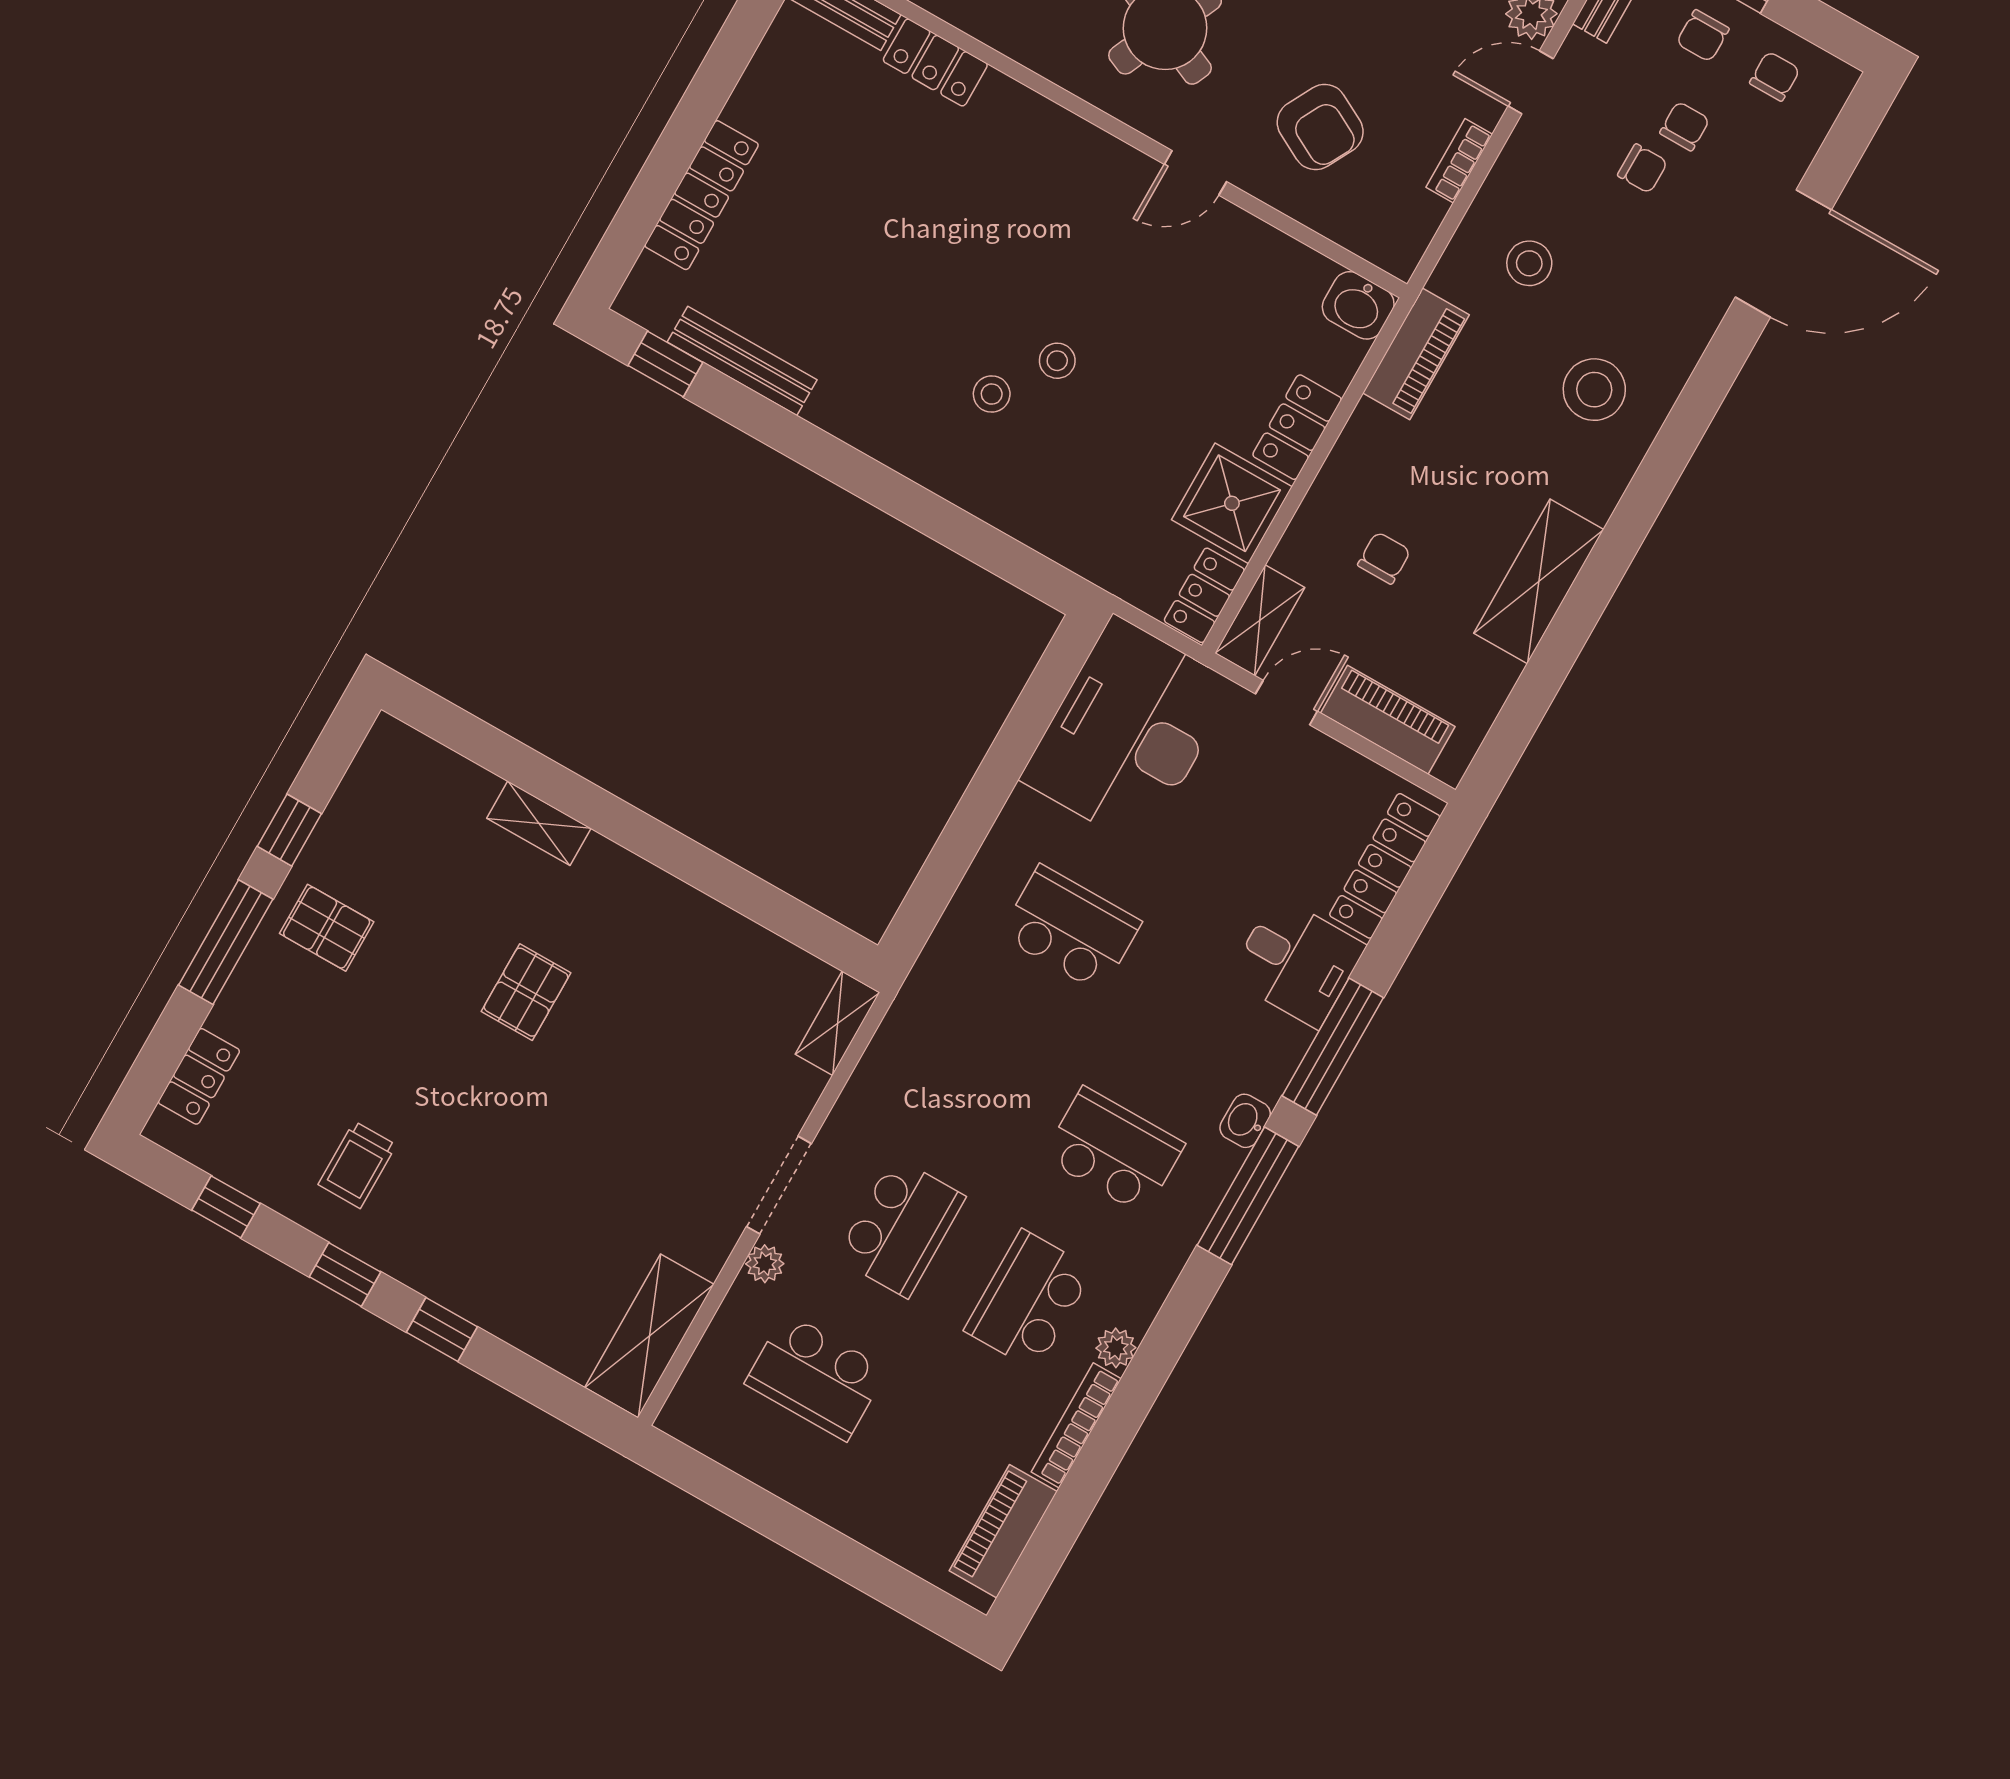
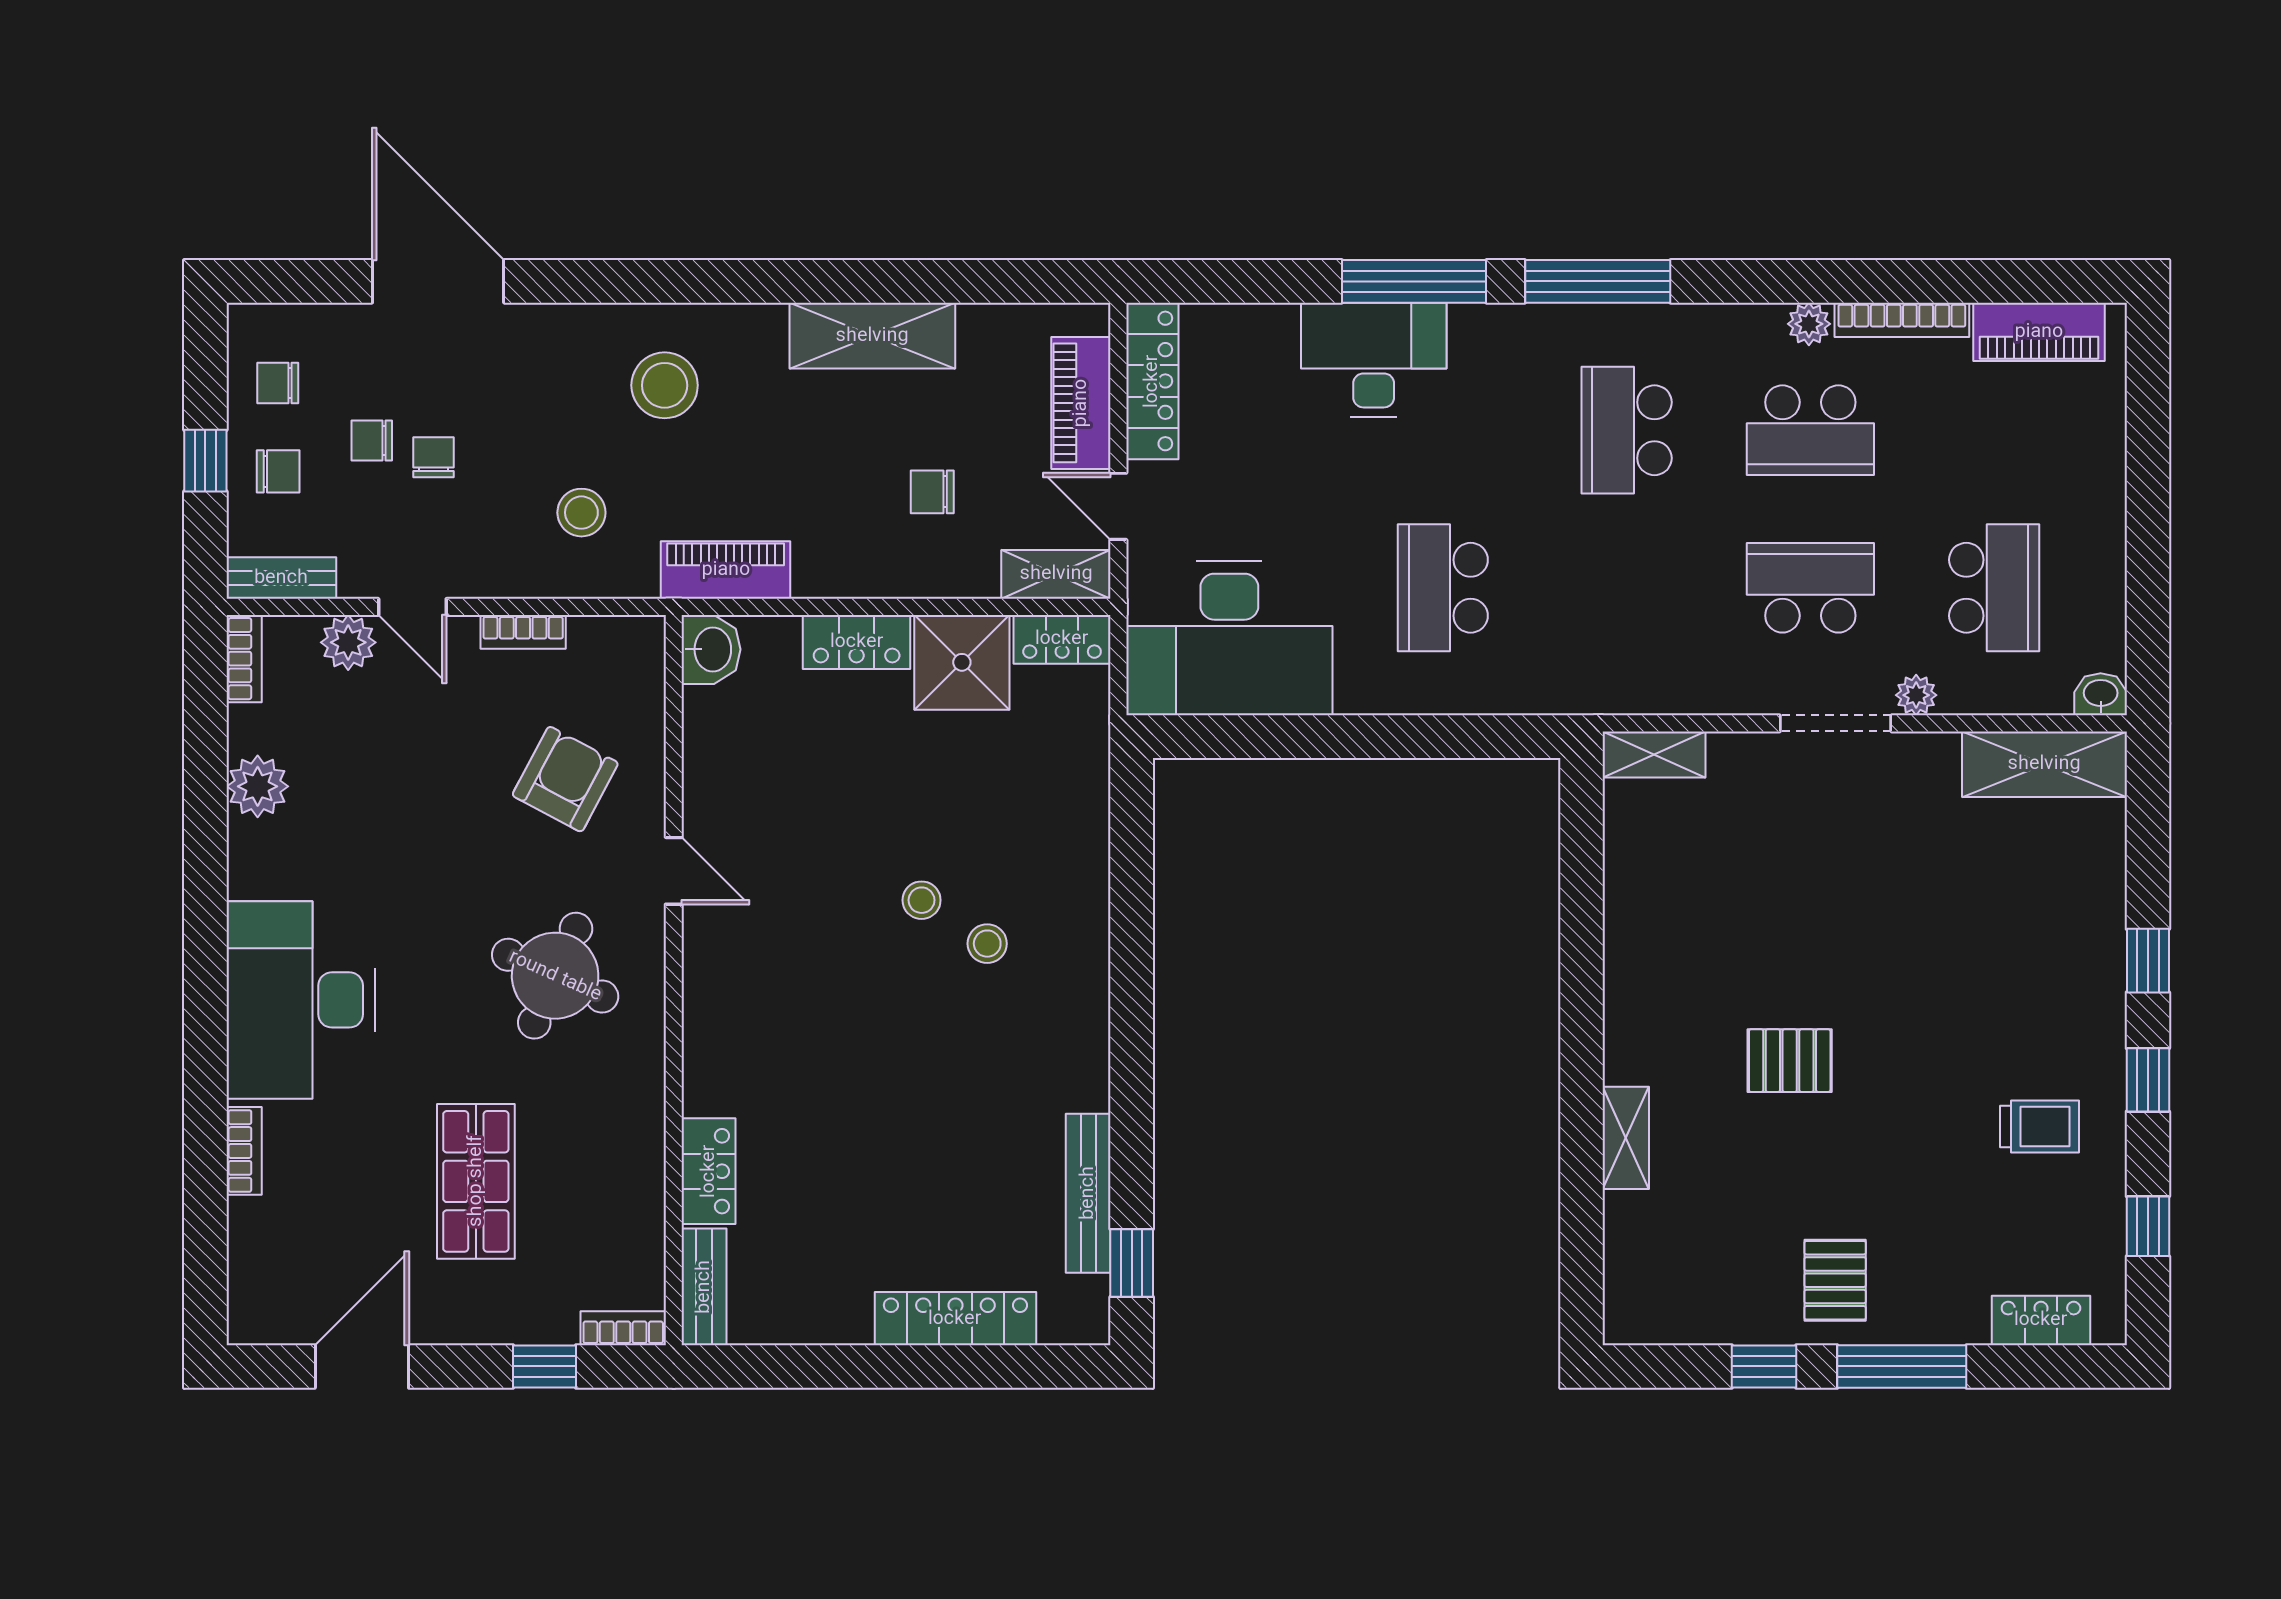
locker: (1385, 866) -> (1152, 381), moved, turned -90
desk: (1297, 962) -> (1374, 360), width x1.37
washbasin: (1245, 1121) -> (2101, 694), moved, turned 180

